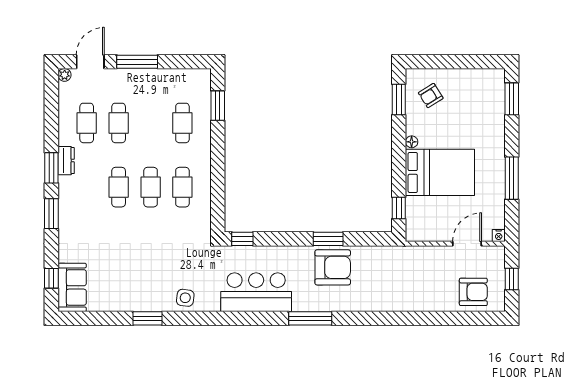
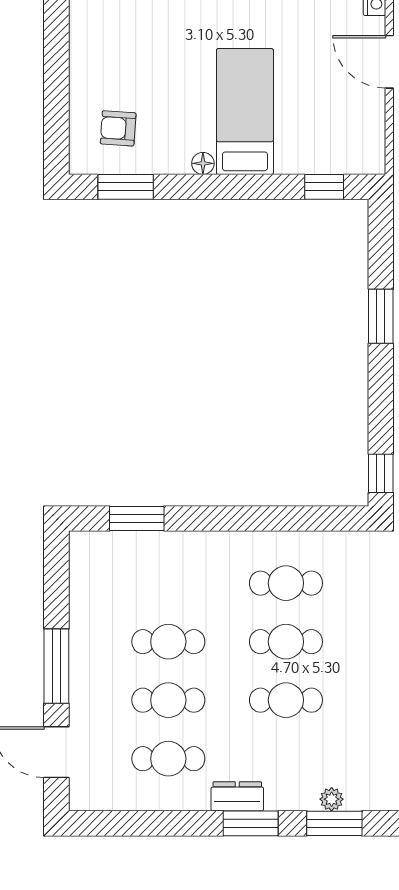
plant: (65, 75) -> (332, 799), moved
armchair: (431, 96) -> (118, 128), turned 126
cafe table: (182, 123) -> (168, 642), moved
bed: (440, 172) -> (245, 112), width x0.67

